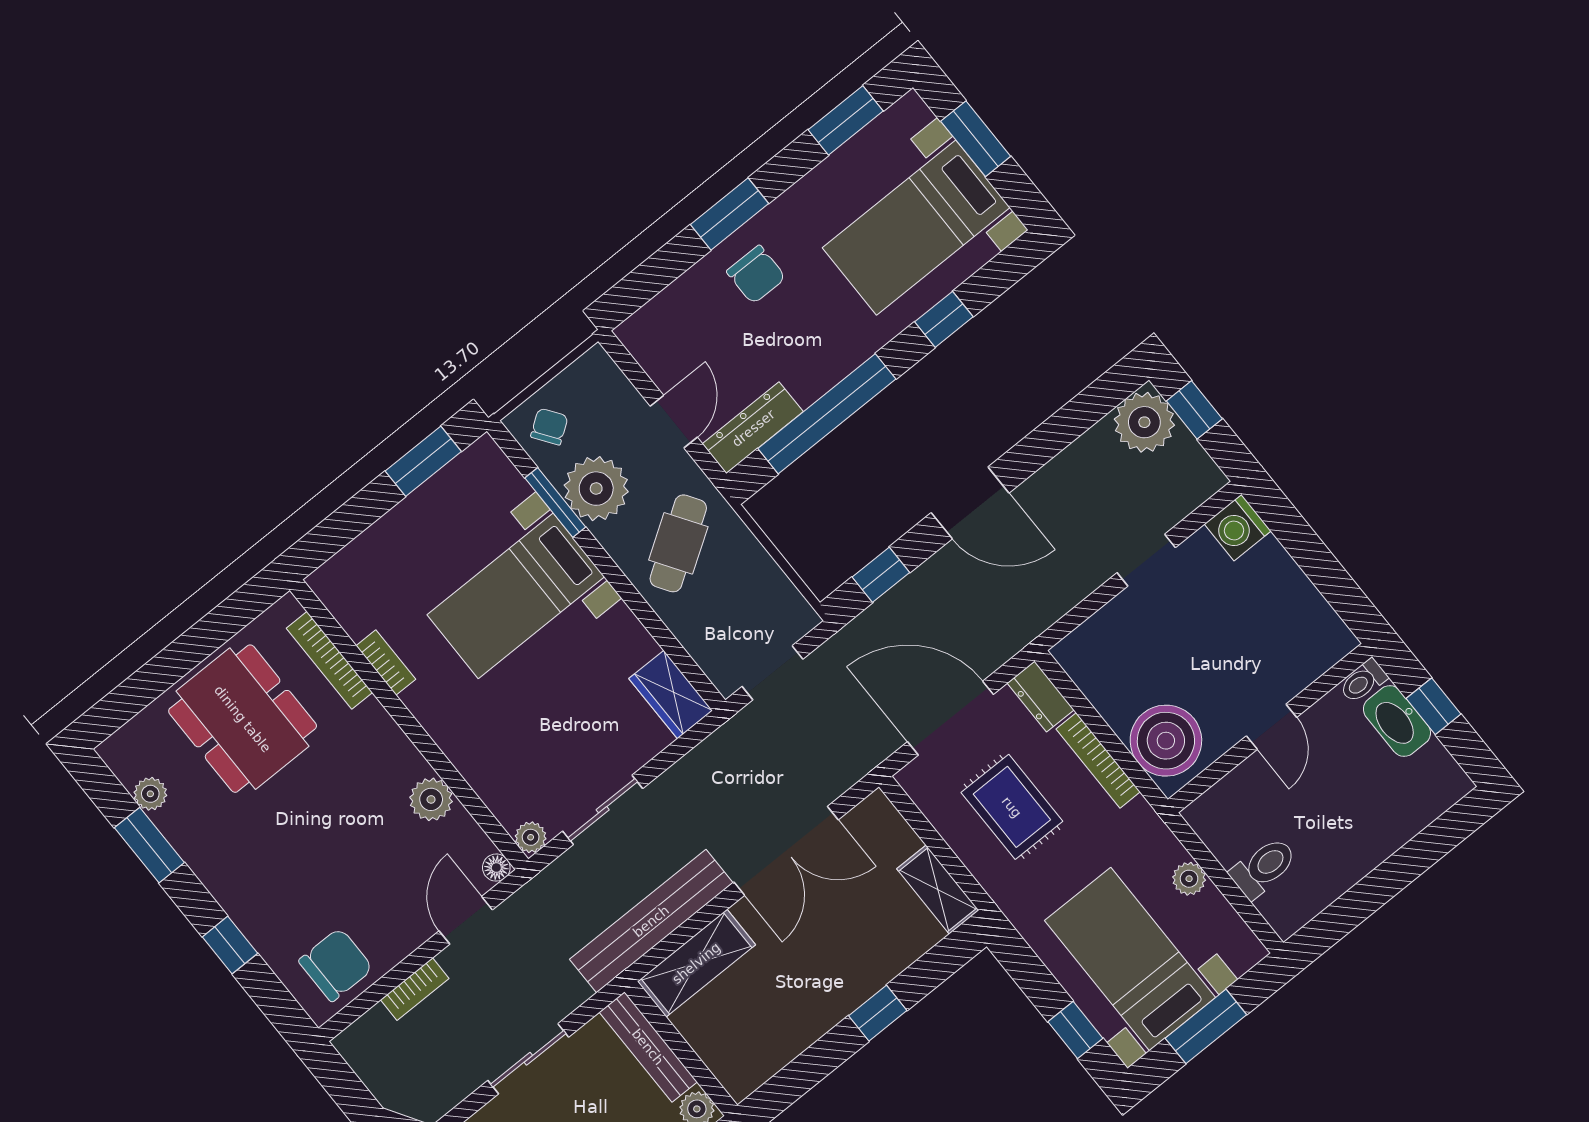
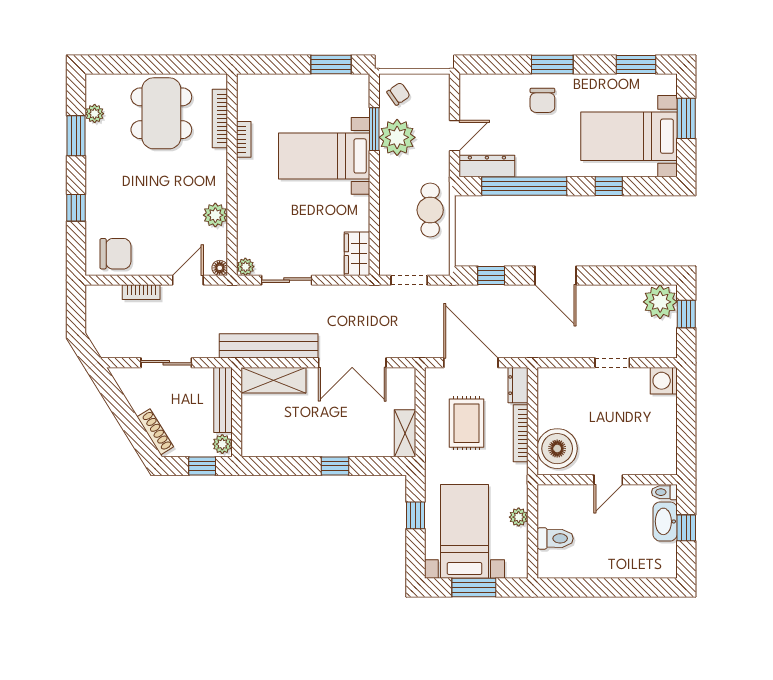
cafe table: (678, 543) -> (430, 210), moved, turned -57
window: (1075, 1030) -> (416, 515), moved

